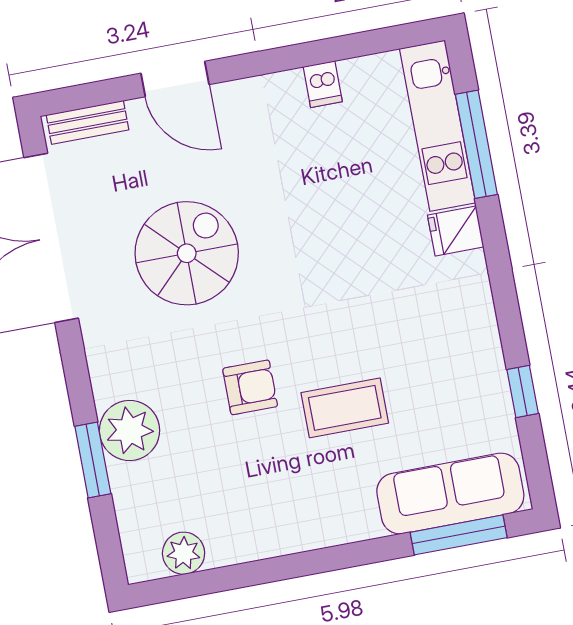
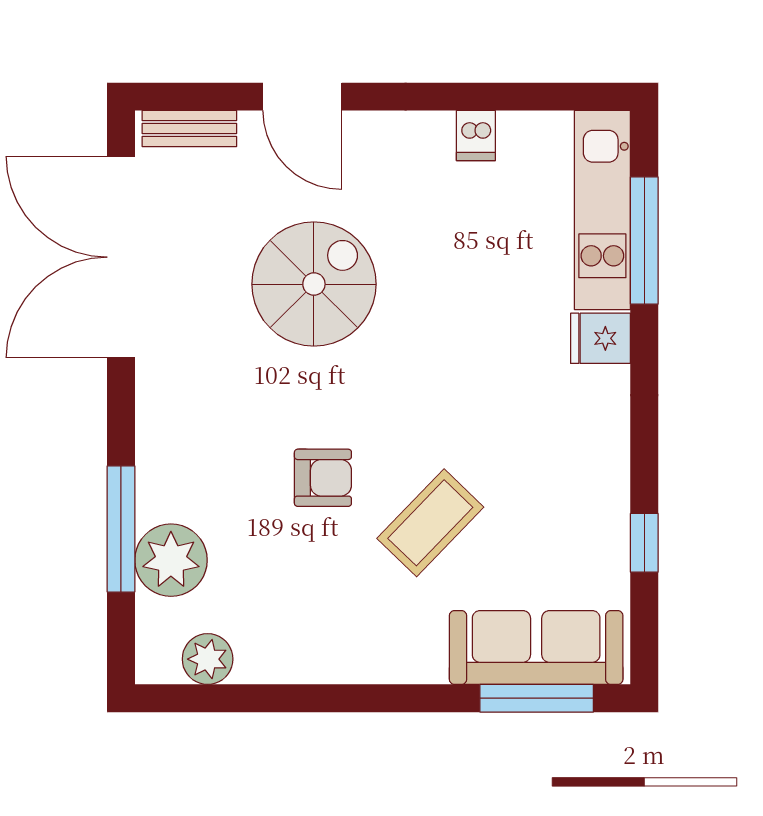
spiral stairs: (187, 253) -> (314, 284), moved
coffee table: (345, 408) -> (430, 523), turned -46
plant: (130, 430) -> (171, 560), moved
window: (93, 460) -> (121, 529), width x1.44

